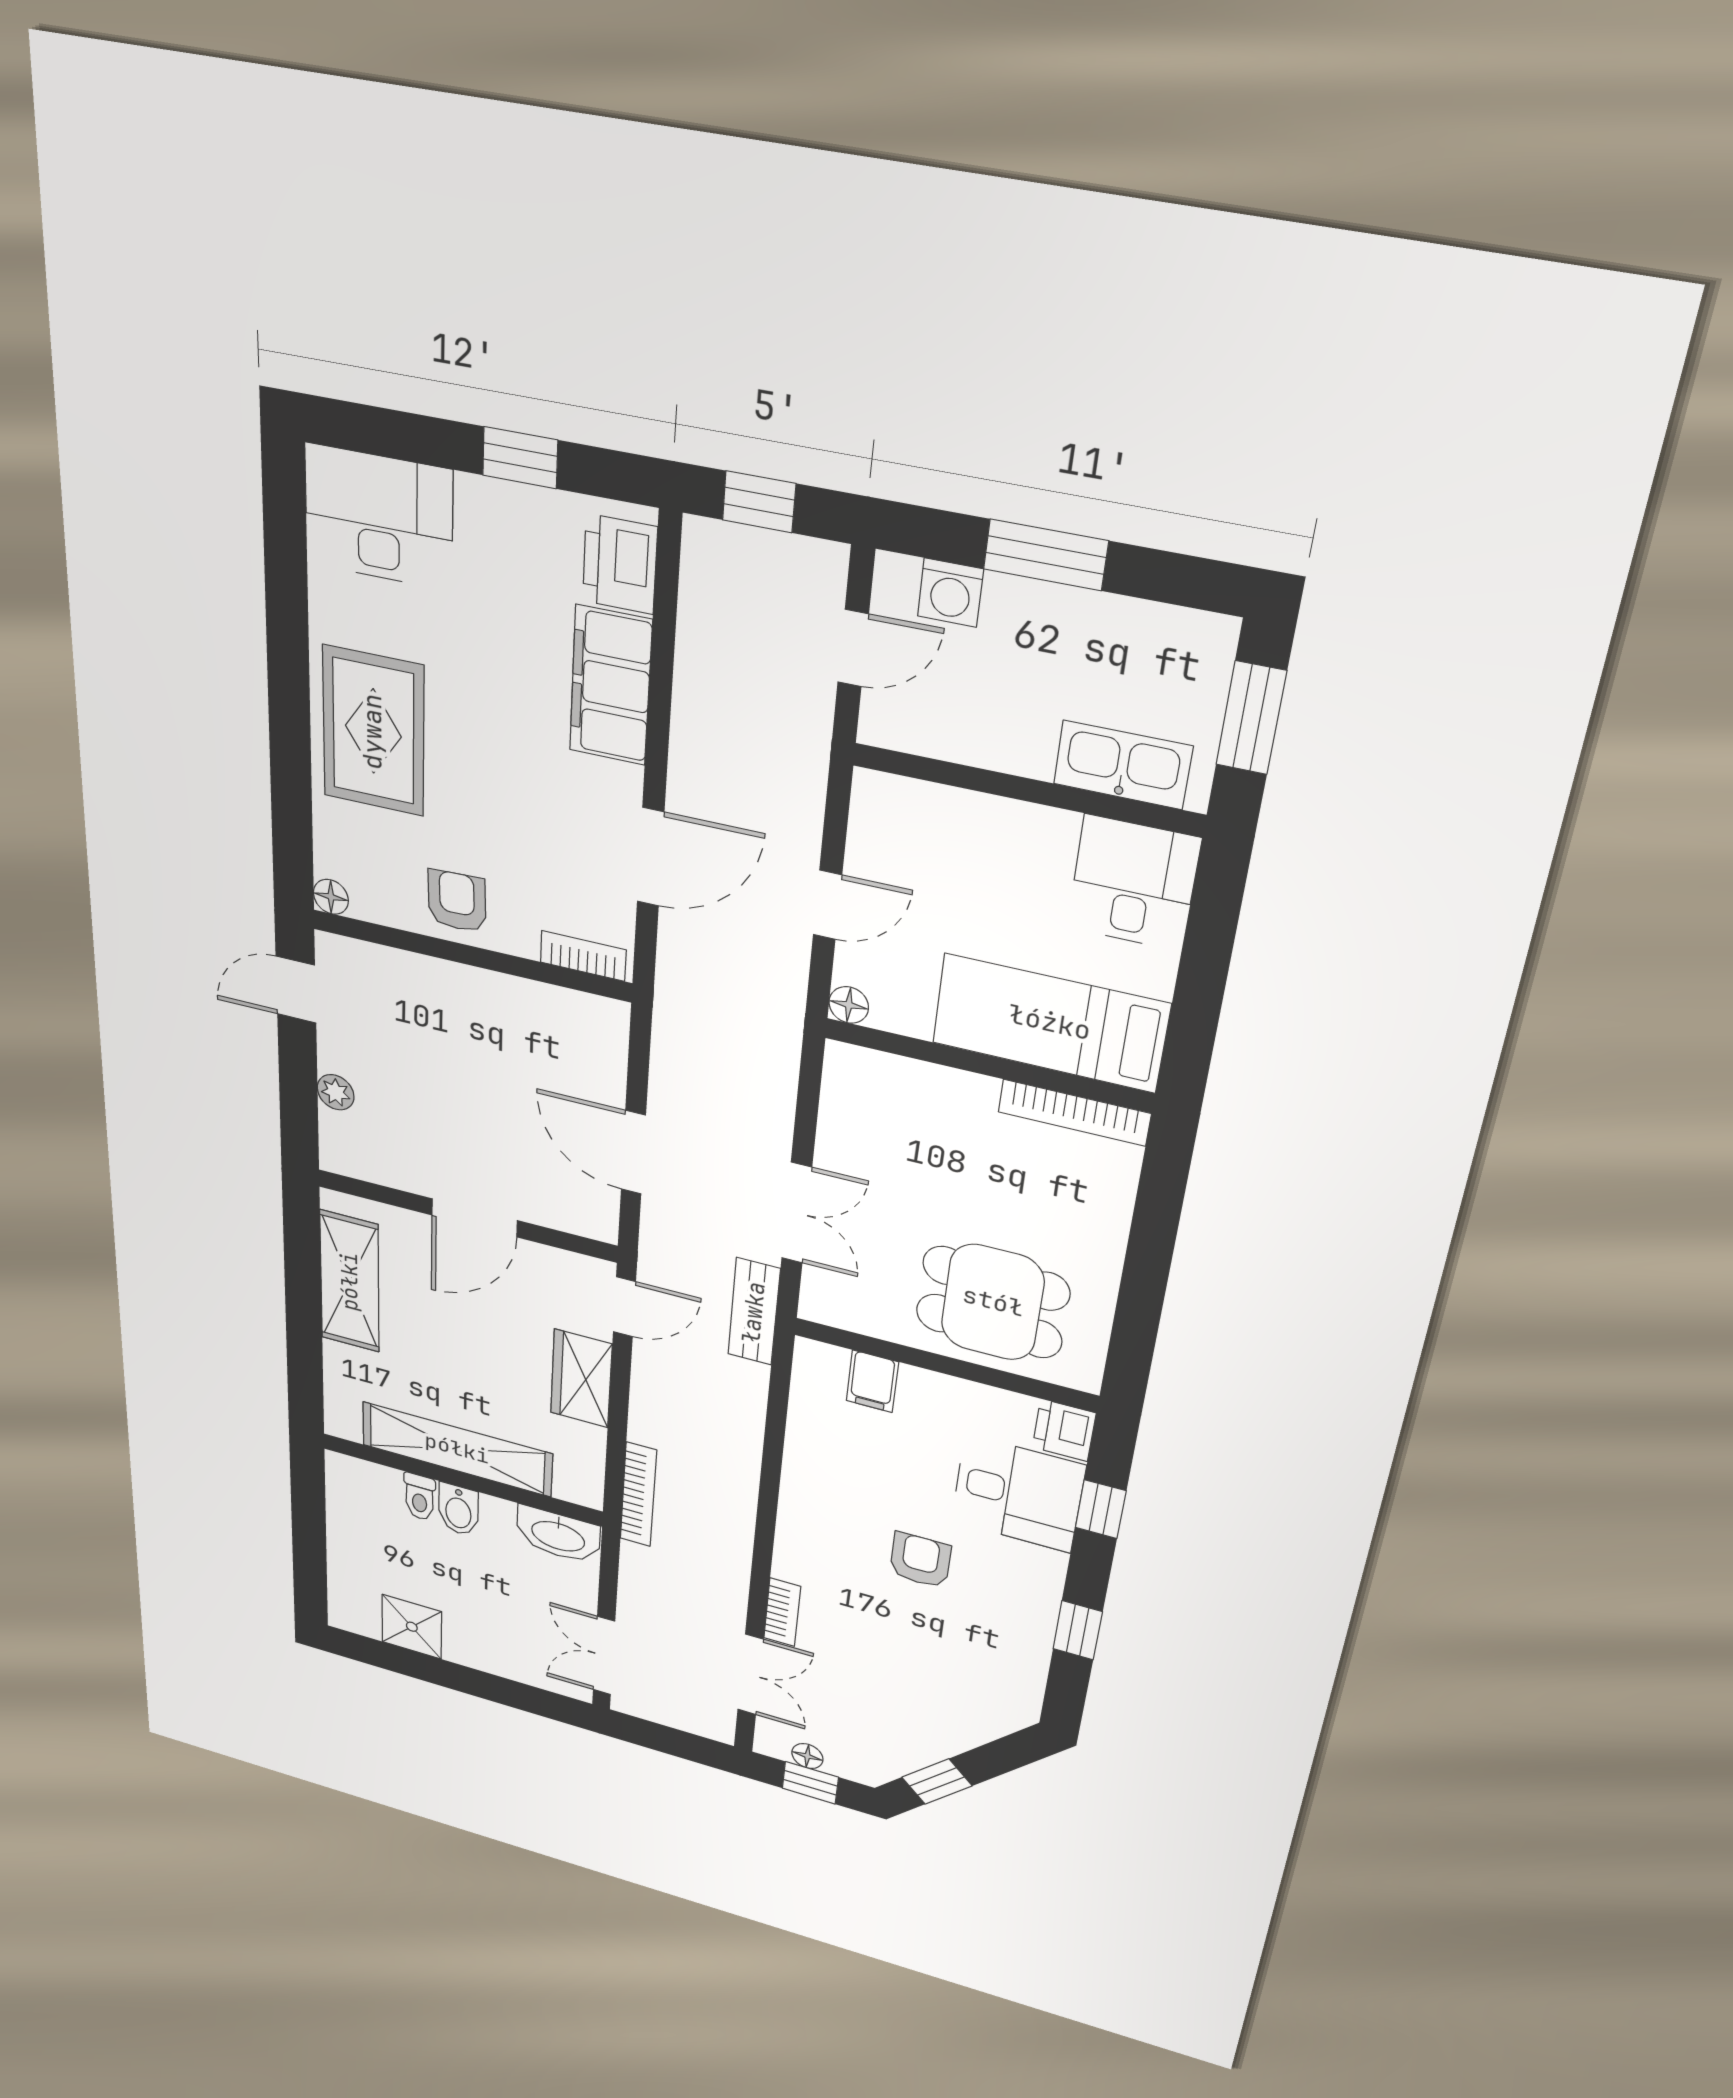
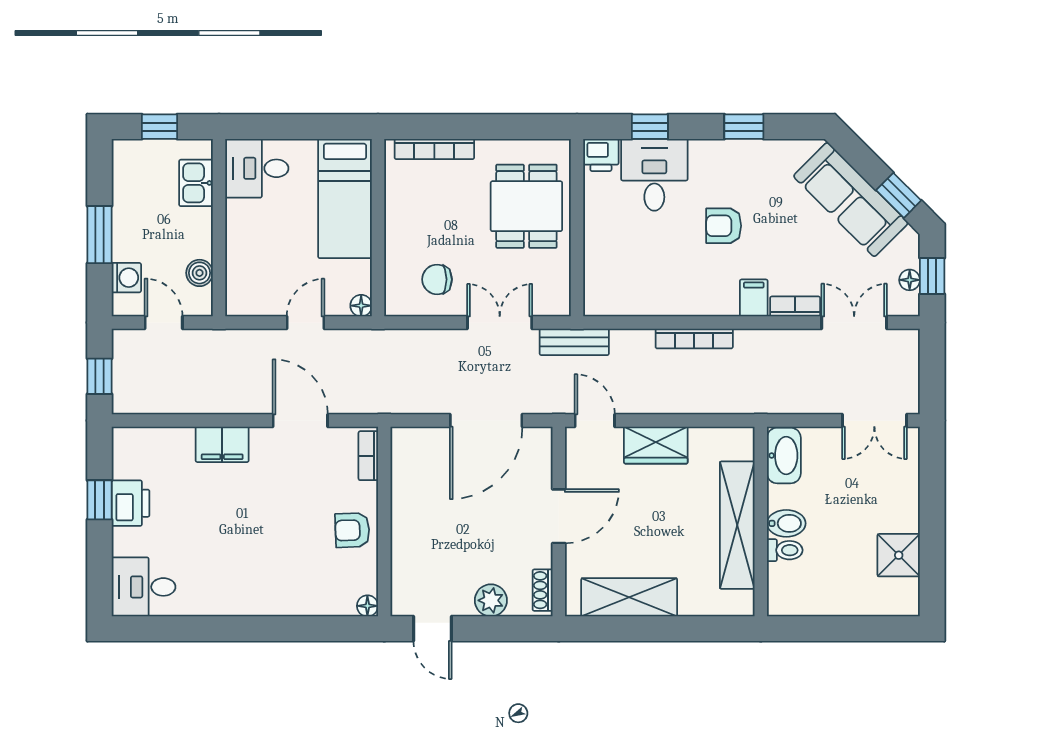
desk: (379, 517) -> (144, 587), width x0.73
printer: (620, 564) -> (131, 503), moved, turned -90
filing cabinet: (611, 686) -> (222, 444), width x0.67, depth x0.86
window: (1251, 718) -> (159, 127), width x0.67
rug: (373, 731) -> (262, 580), removed
boiler: (943, 735) -> (199, 273), added
kitchen sink: (1123, 765) -> (196, 183), width x0.73
door: (827, 905) -> (305, 323), hinge flipped
plant: (336, 1092) -> (491, 600), width x1.38, depth x1.38
bookcase: (1074, 1113) -> (434, 149), moved, turned 90
chair: (882, 1137) -> (437, 279), added
door: (633, 1152) -> (486, 421), width x1.36
shoe rack: (359, 1166) -> (543, 590), added
door: (474, 1218) -> (559, 516), hinge flipped
filing cabinet: (872, 1381) -> (754, 298), moved, turned -90
bookcase: (638, 1495) -> (694, 339), moved, turned 180
sofa: (939, 1725) -> (851, 199), added

